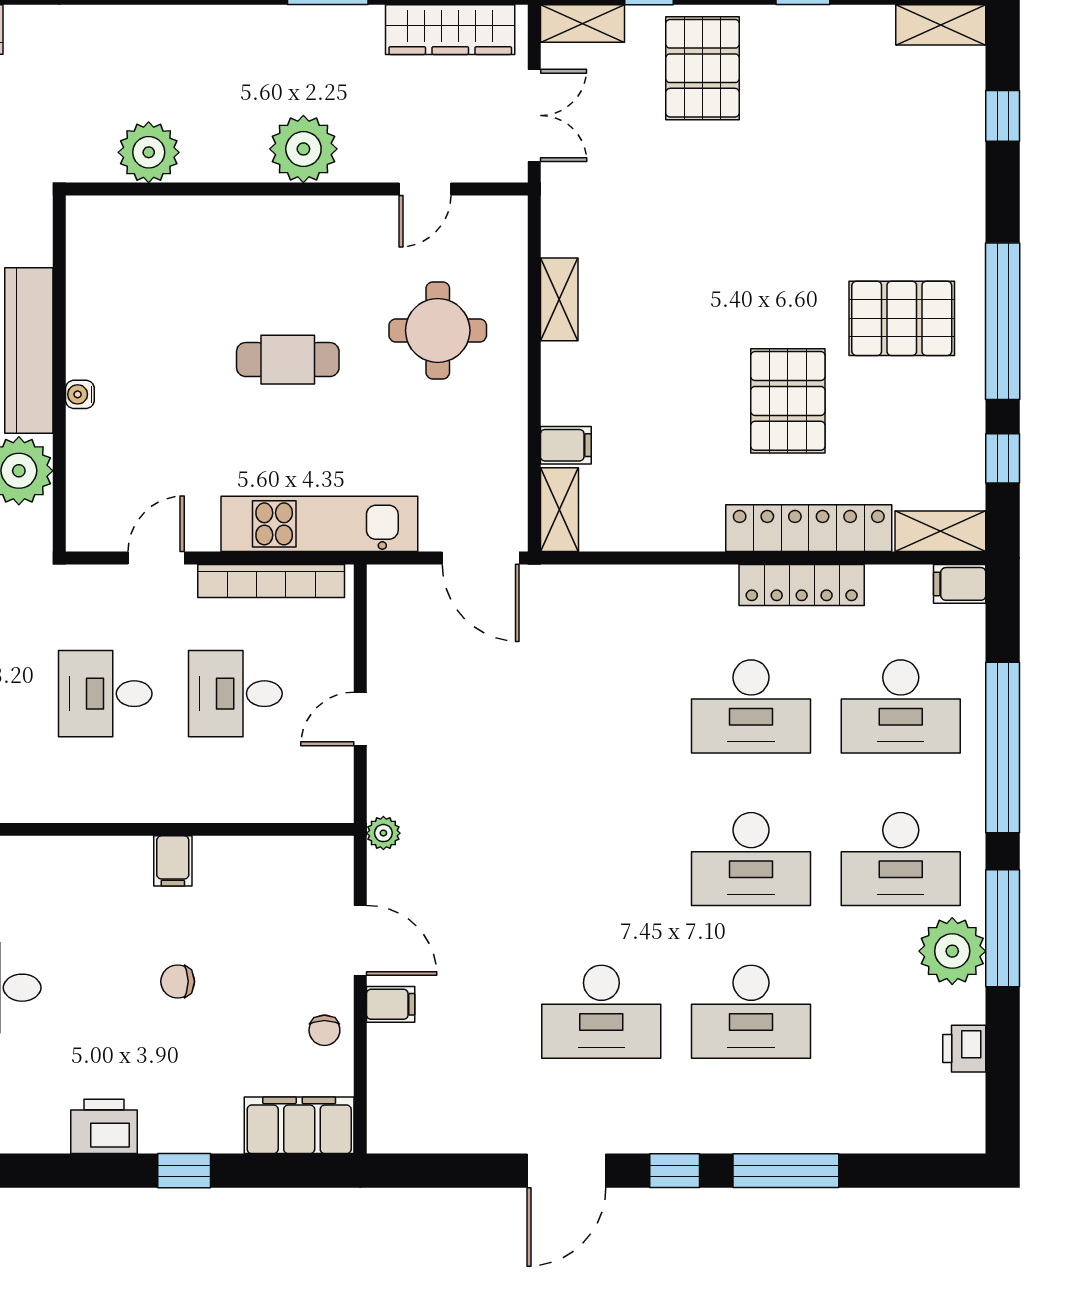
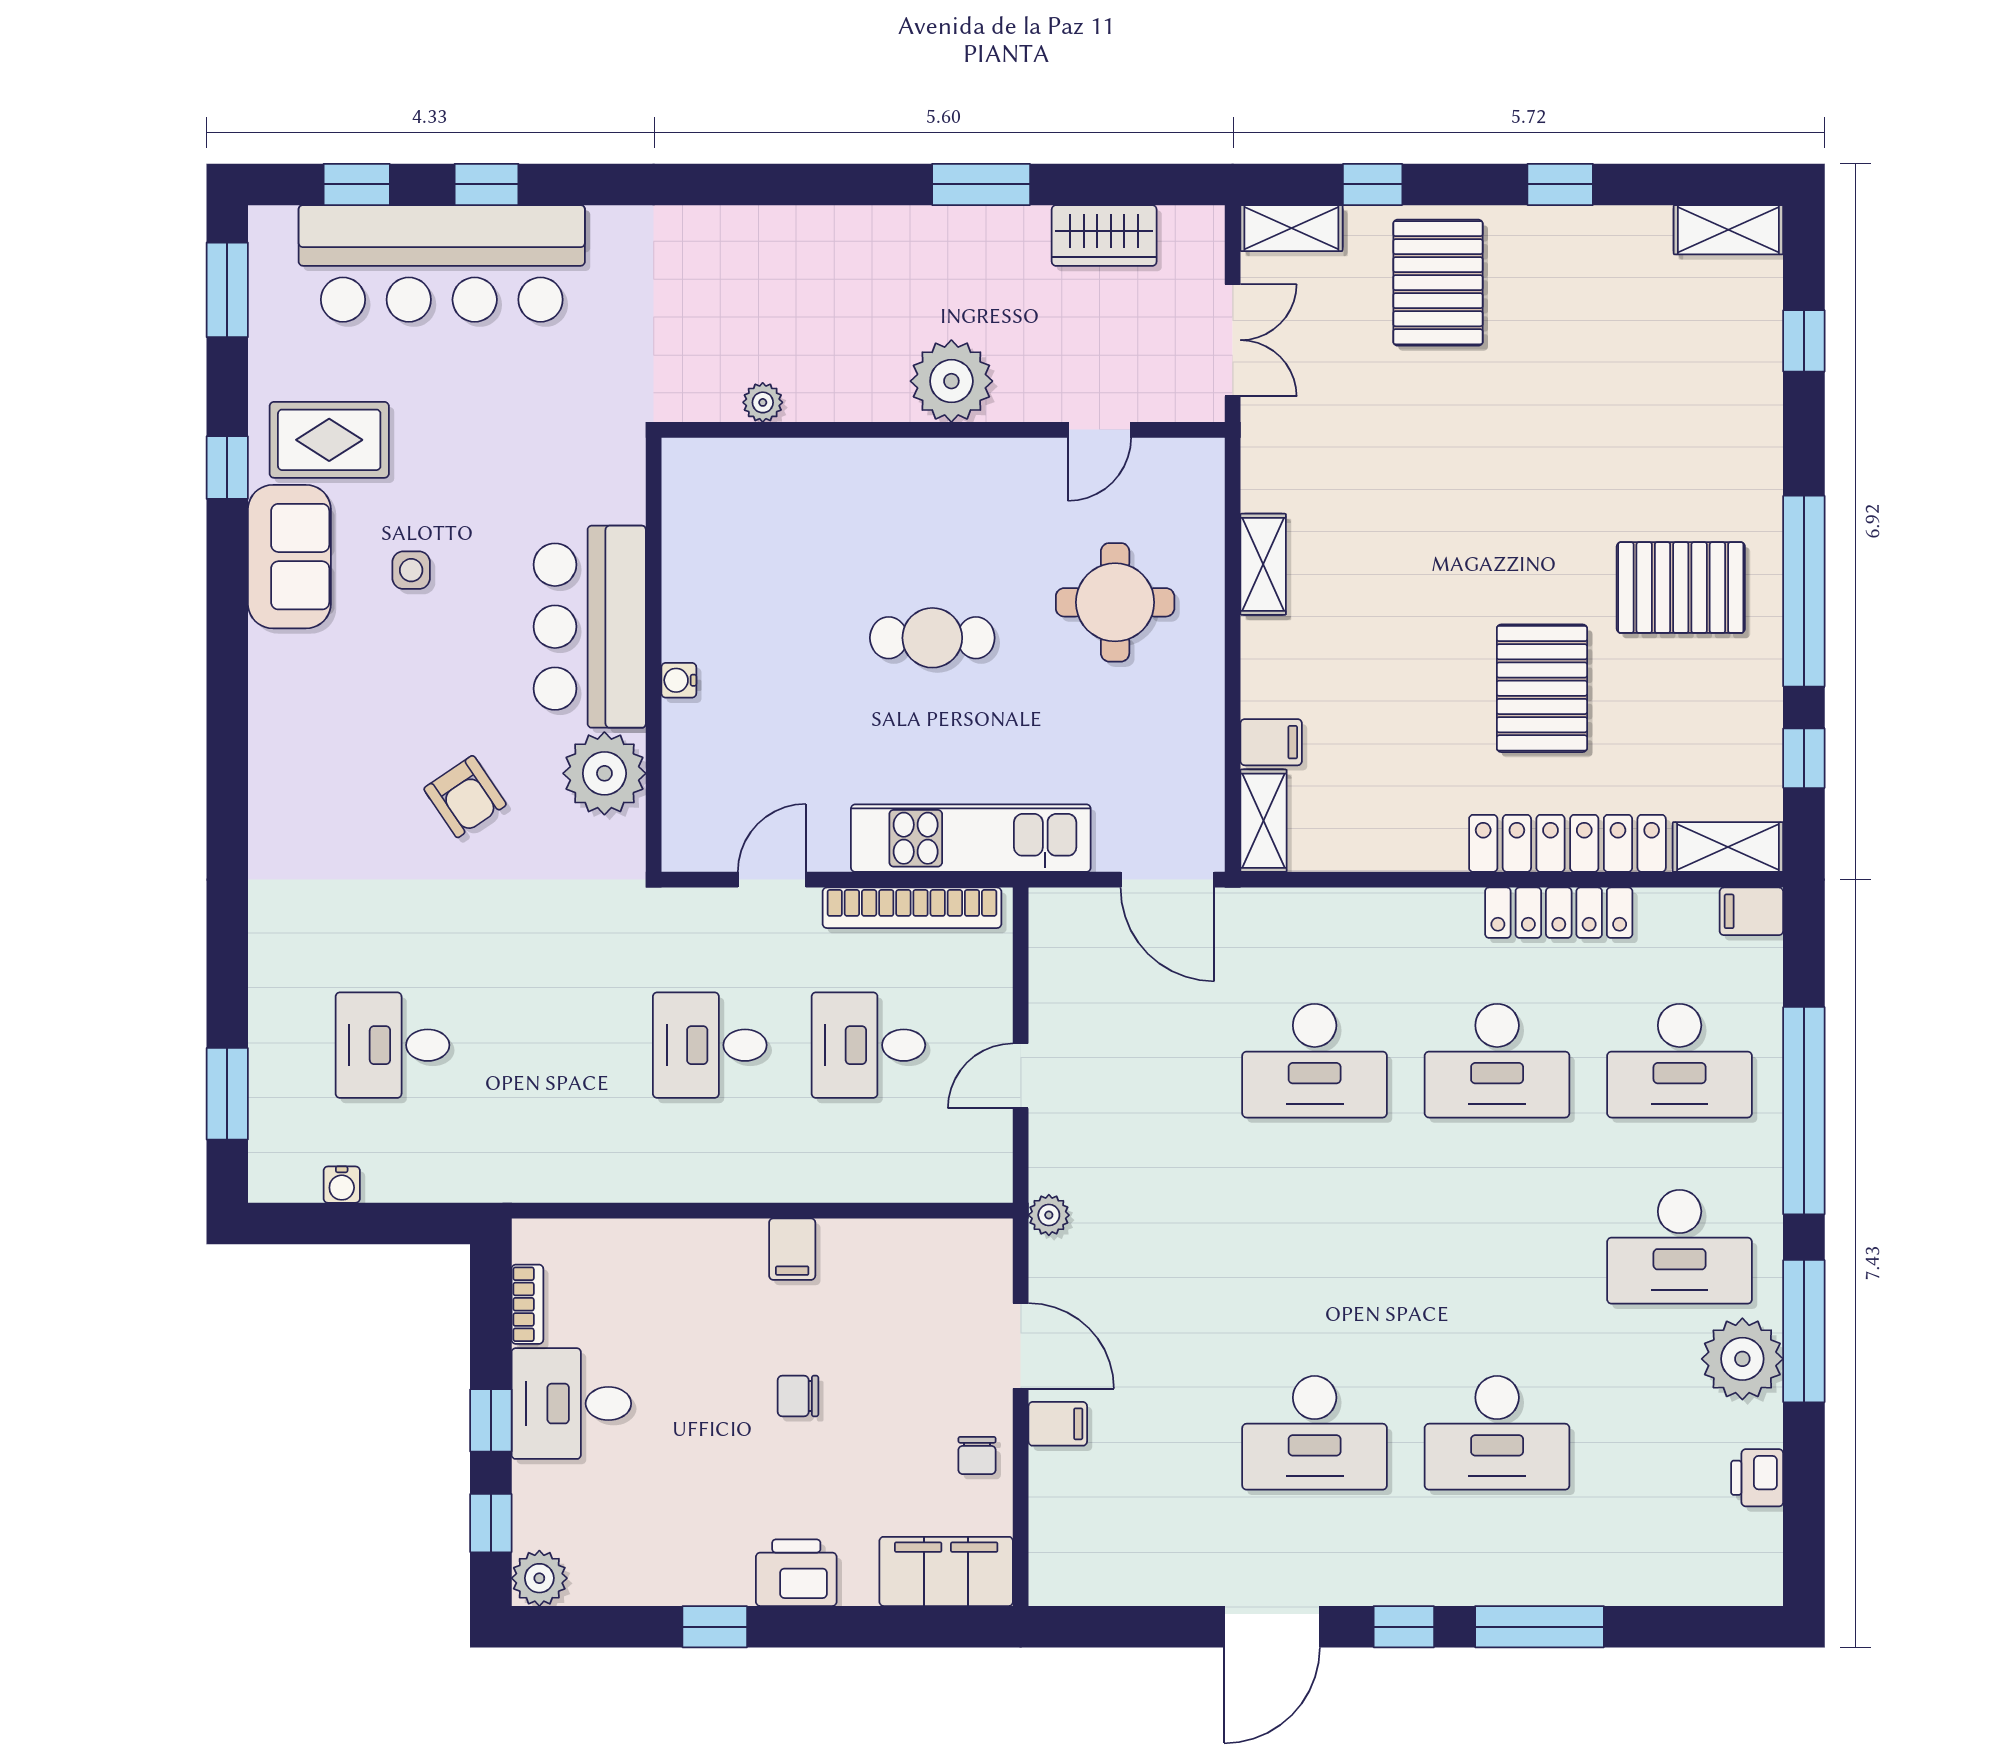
wardrobe: (450, 30) -> (1104, 236), width x0.67
plant: (149, 152) -> (763, 402), width x0.53, depth x0.53
desk: (751, 859) -> (1315, 1061), moved
printer: (104, 1126) -> (796, 1573), moved
window: (184, 1171) -> (715, 1627), moved

